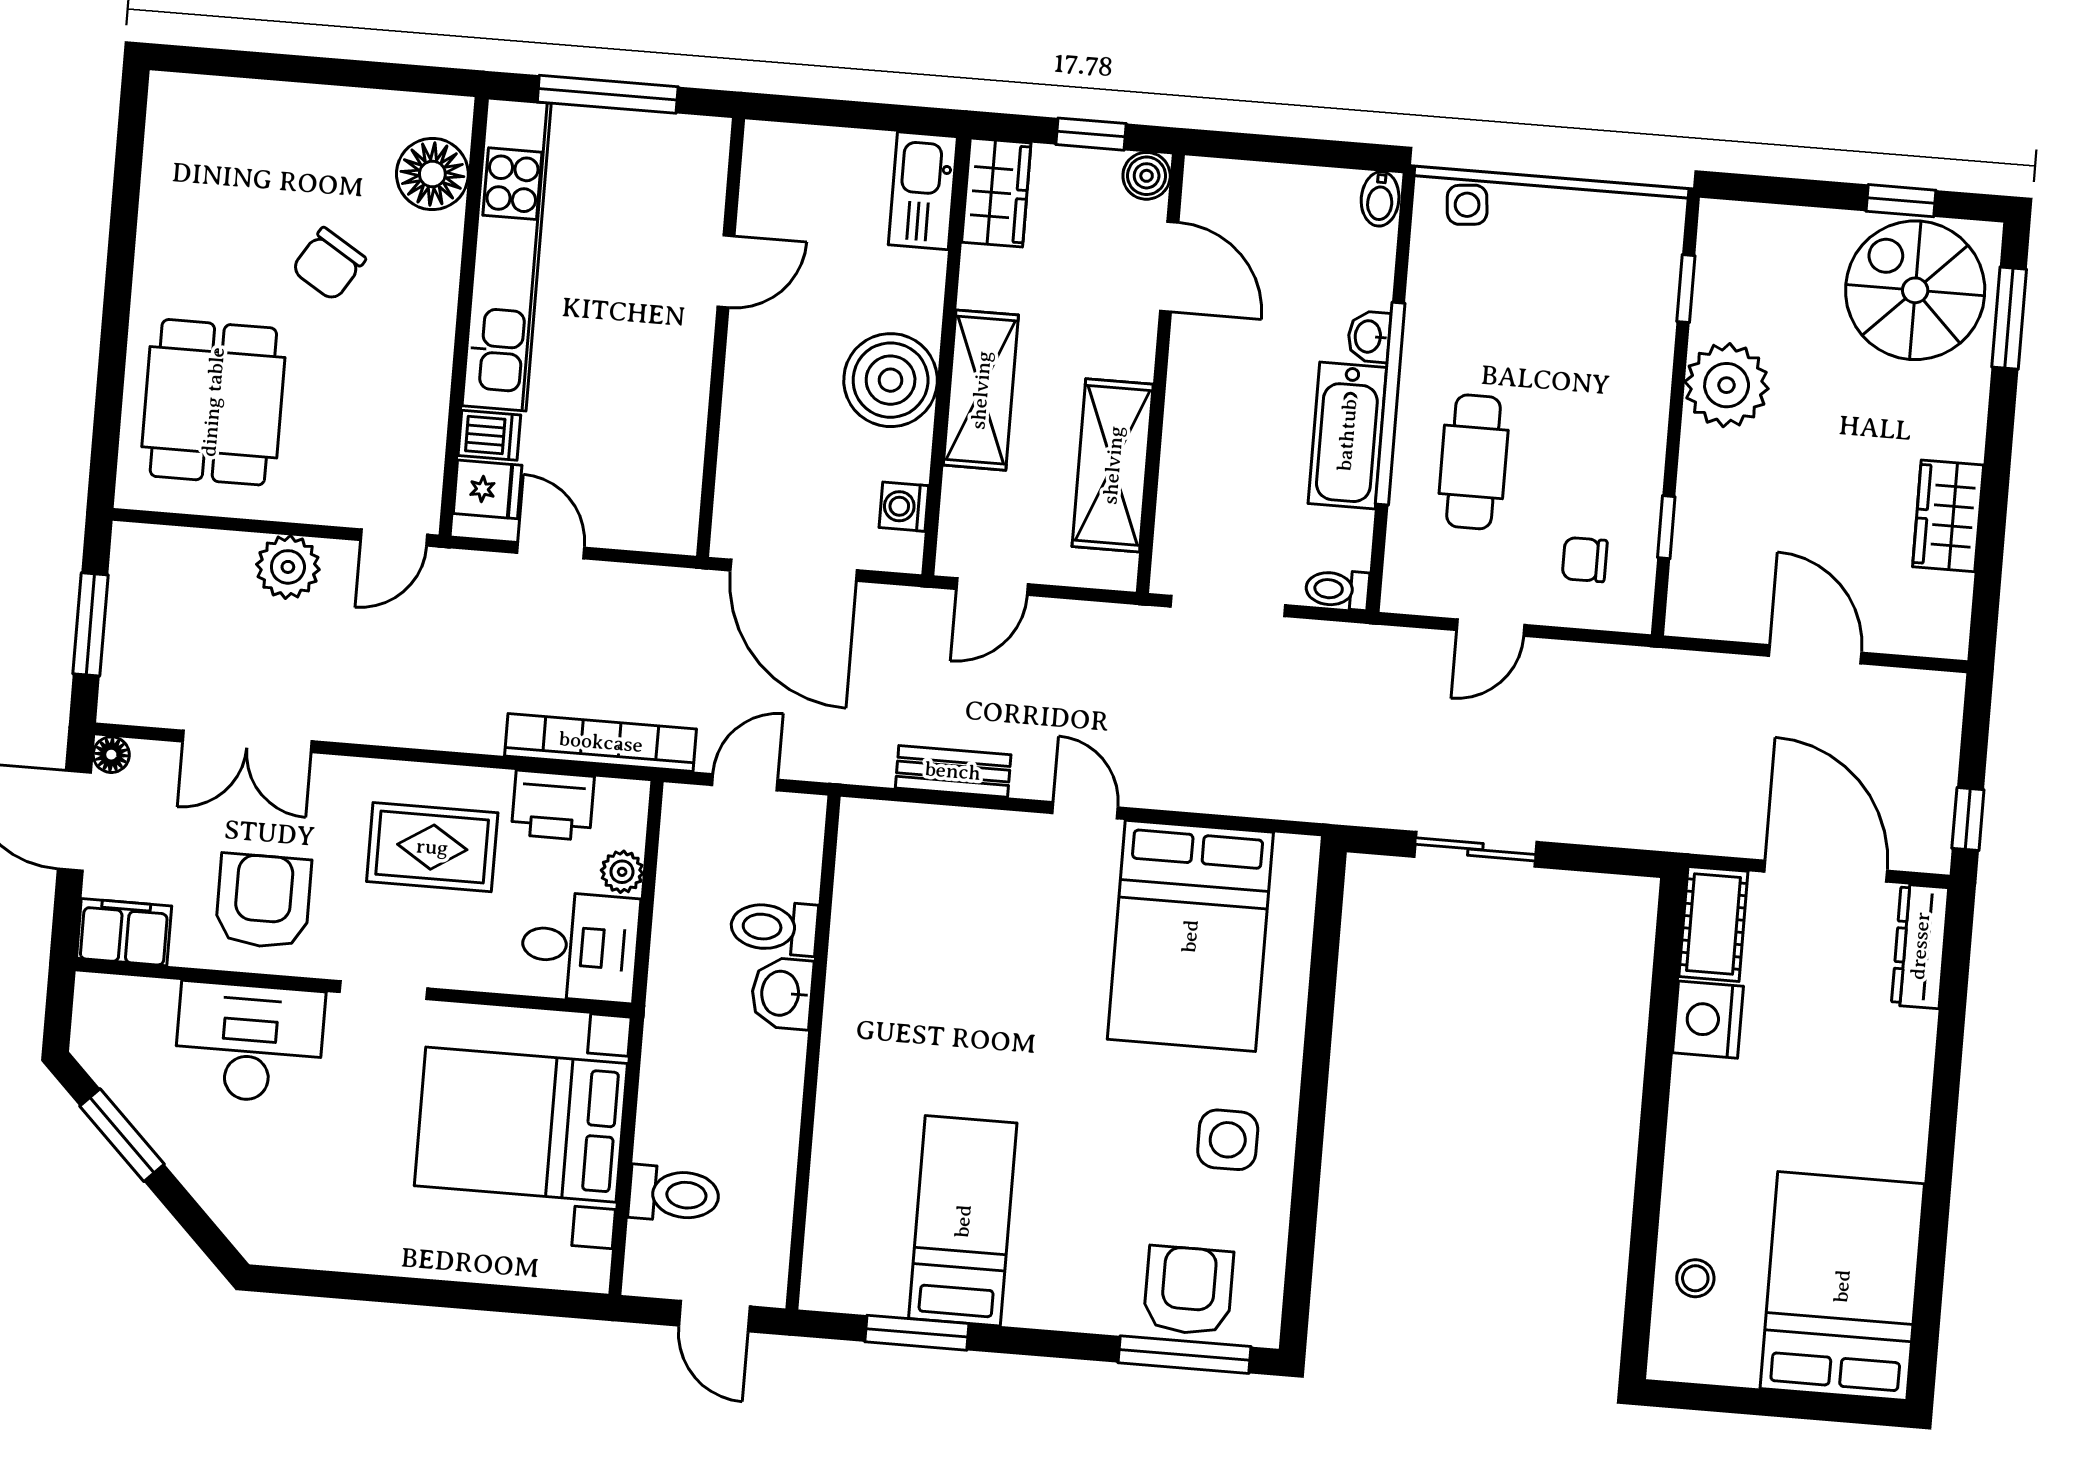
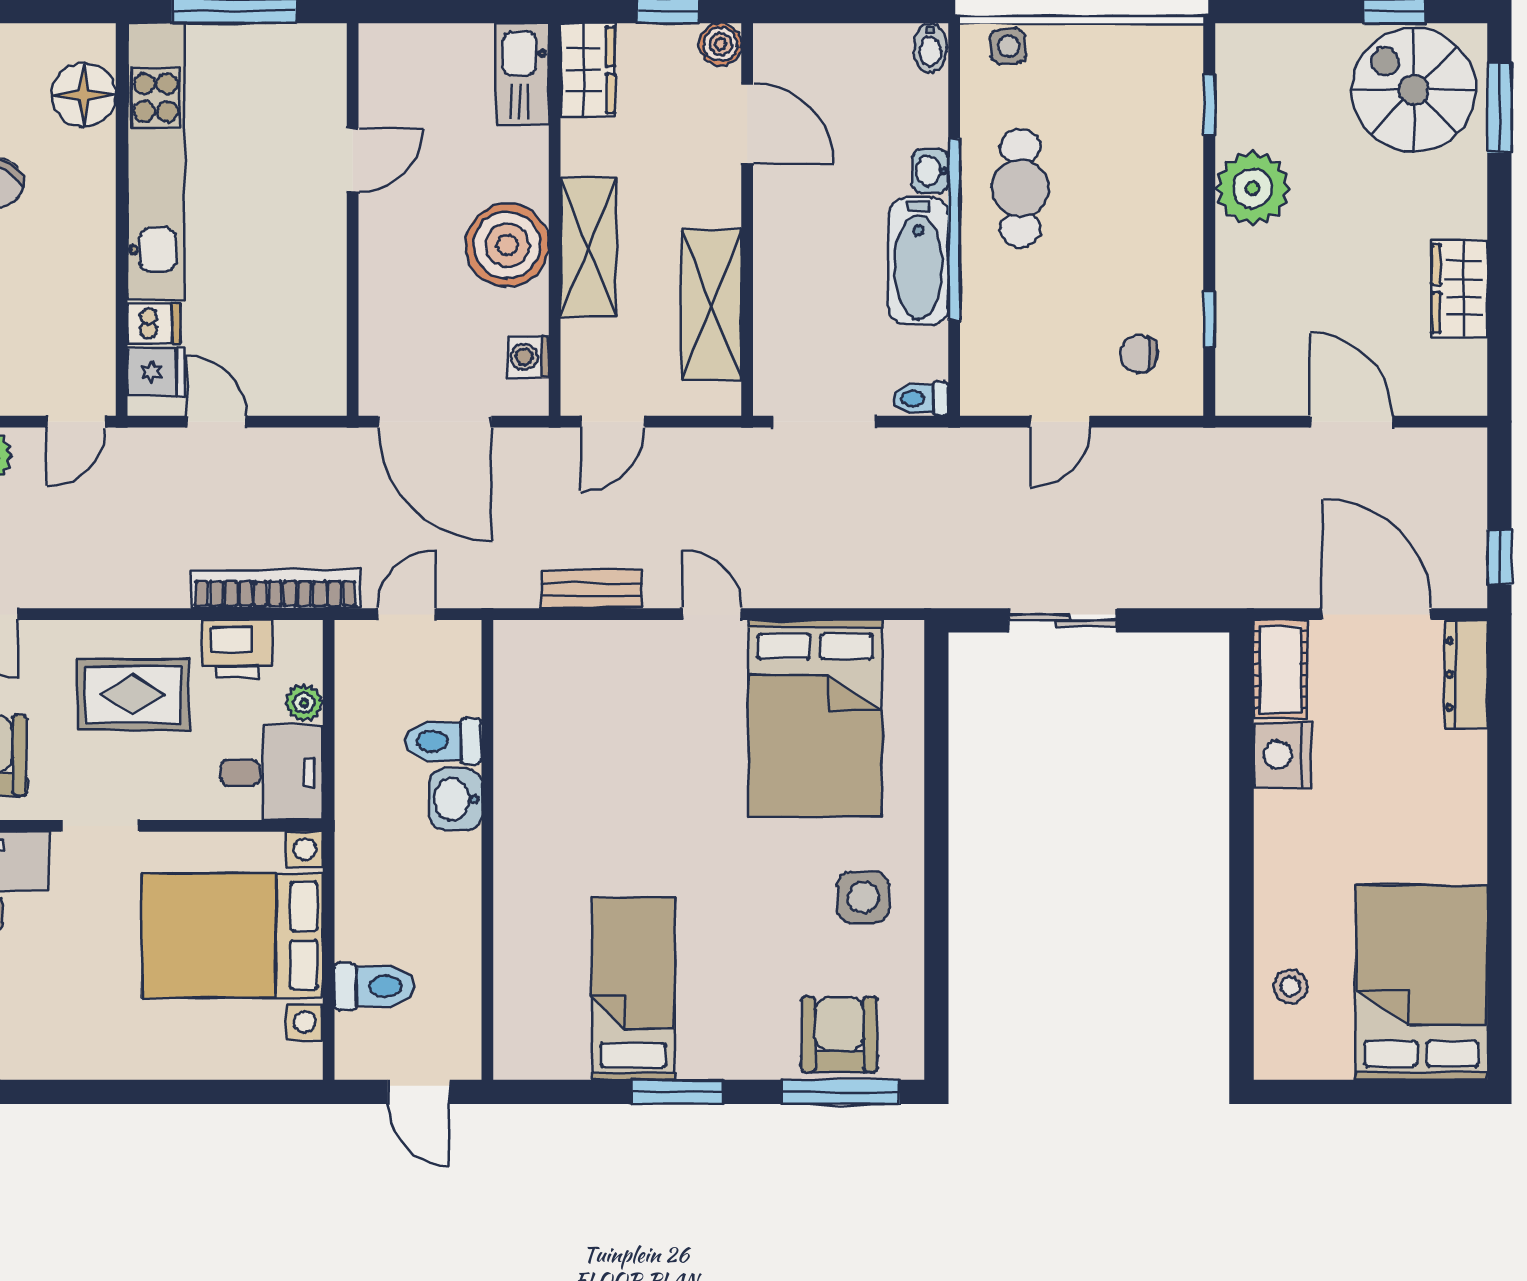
cafe table: (1474, 462) -> (1020, 188), moved
window: (917, 1333) -> (678, 1092), moved

